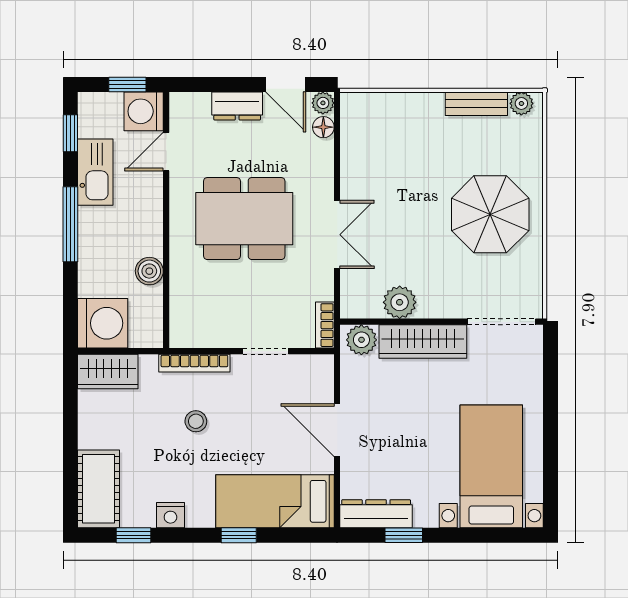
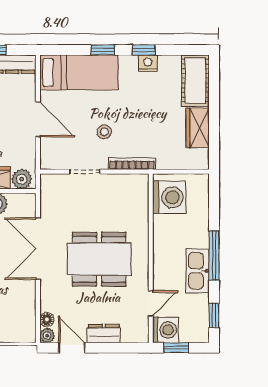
kitchen sink: (95, 172) -> (198, 271), moved
double door: (337, 235) -> (38, 249), width x1.37
boiler: (149, 271) -> (162, 224), removed
washing machine: (103, 323) -> (169, 197), moved, turned 180
bookcase: (325, 325) -> (46, 189), removed
wardrobe: (108, 372) -> (198, 128), moved, turned -90
stool: (196, 421) -> (104, 132), moved
window: (133, 535) -> (144, 50), moved

